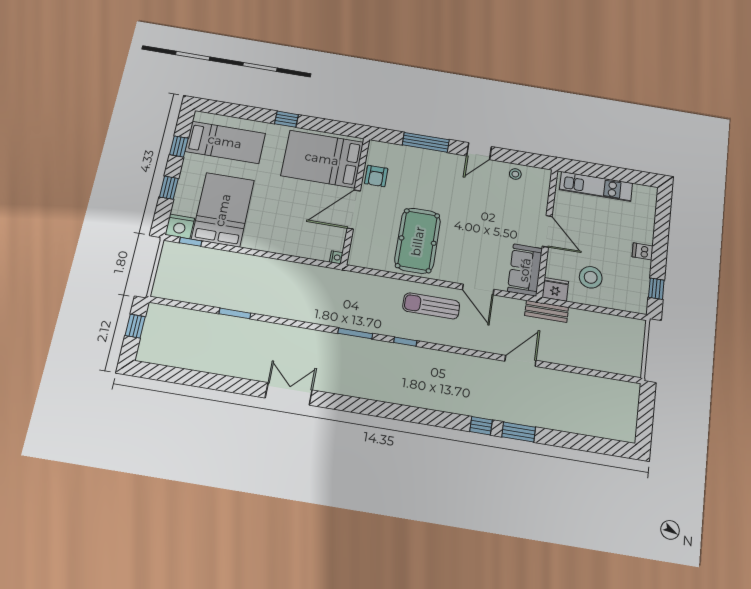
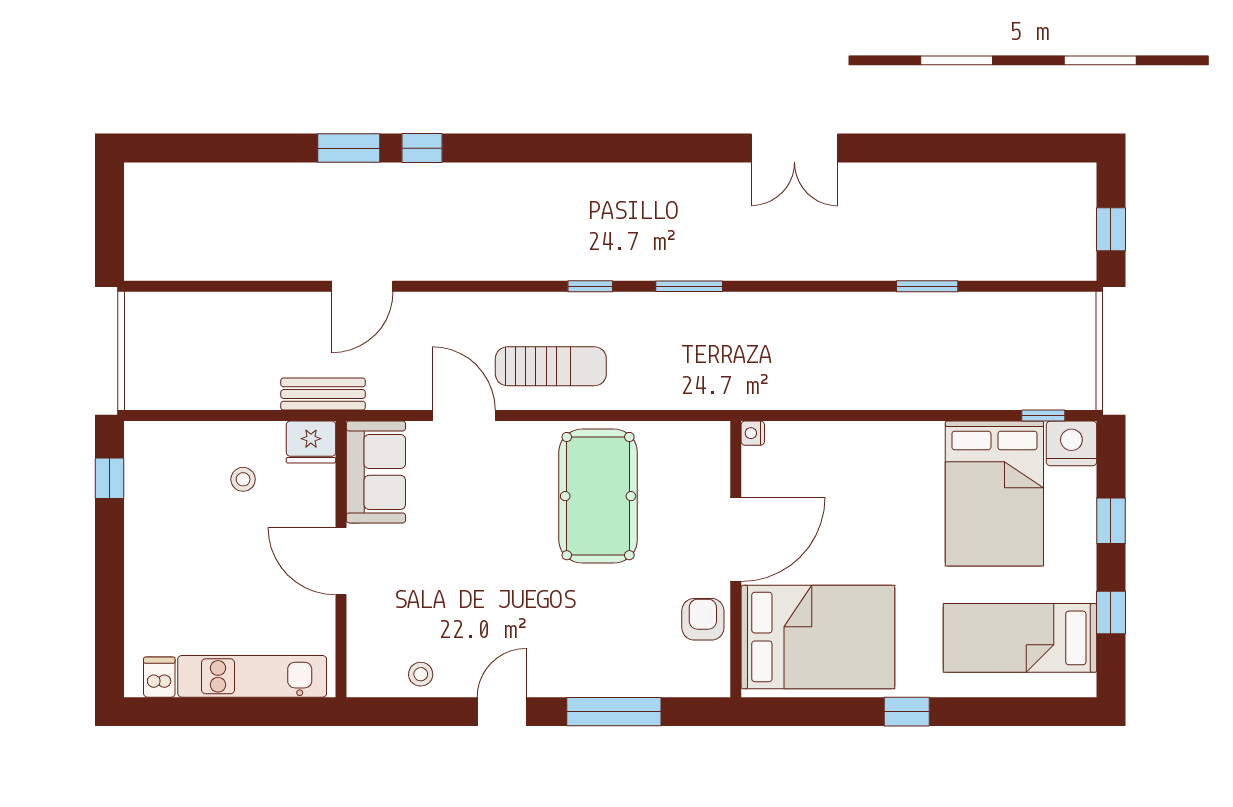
dishwasher: (643, 251) -> (159, 677), moved, turned -90
stool: (591, 277) -> (243, 479), width x0.53, depth x0.53

